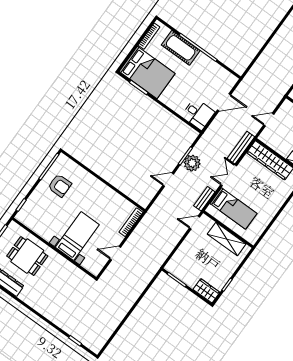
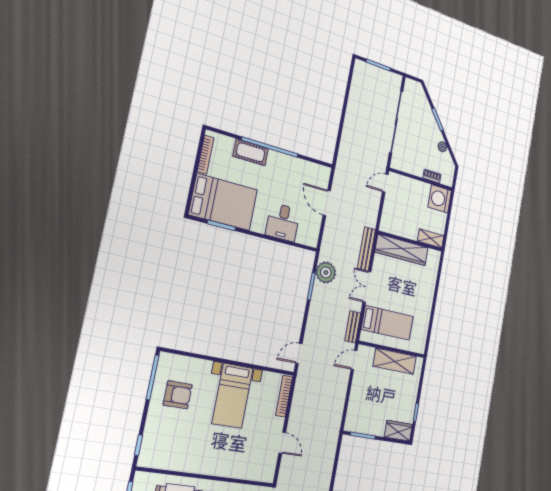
cot: (181, 48) -> (251, 152), width x0.73, depth x0.75
door: (224, 102) -> (327, 203), swing flipped
desk: (198, 114) -> (283, 222), moved, turned 90
door: (269, 120) -> (385, 183), moved
plant: (192, 163) -> (326, 272), moved
door: (168, 180) -> (299, 353), moved
bed with nightstands: (77, 236) -> (233, 396), moved, turned 180
door: (115, 253) -> (282, 443), swing flipped

